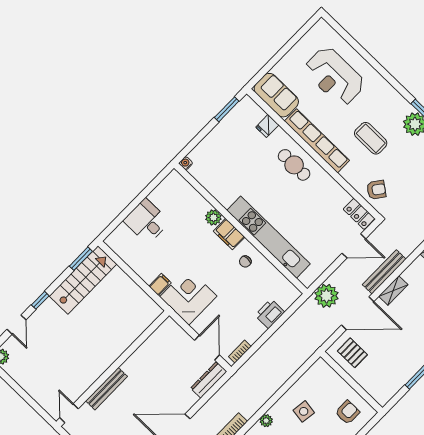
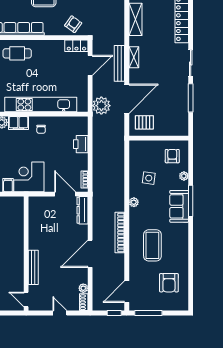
shelving: (393, 291) -> (134, 57), moved

